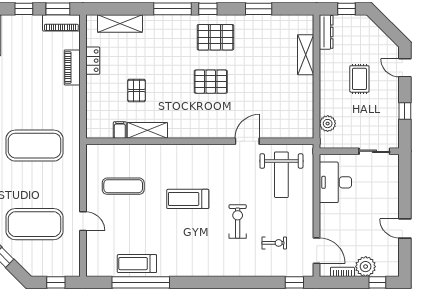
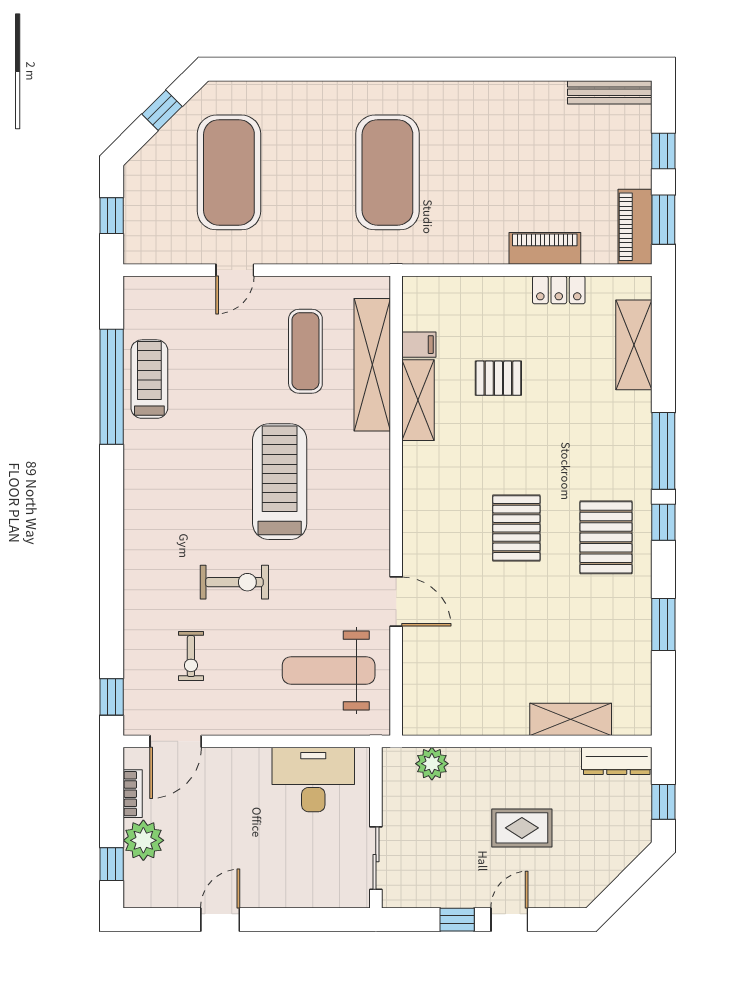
door: (405, 68) -> (509, 920), moved
shelving: (130, 153) -> (372, 365), added
treadmill: (188, 199) -> (280, 482), width x1.37, depth x1.38

